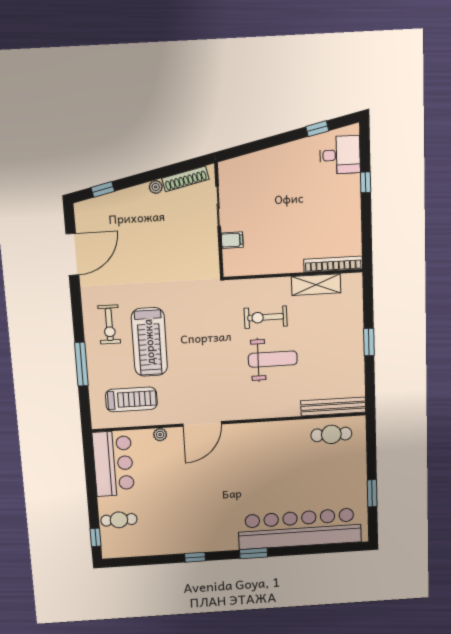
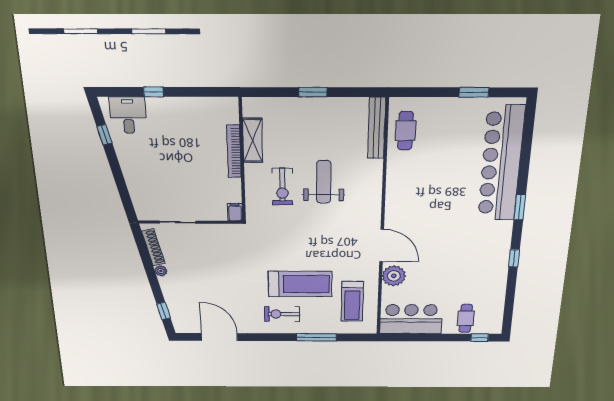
filing cabinet: (232, 240) -> (235, 212), moved
bookcase: (333, 264) -> (234, 151), moved
exercise bike: (109, 324) -> (282, 314), turned 180
treadmill: (131, 399) -> (352, 301), turned 180
plant: (160, 435) -> (394, 276), width x1.87, depth x1.87

